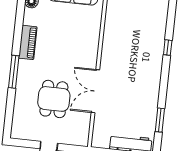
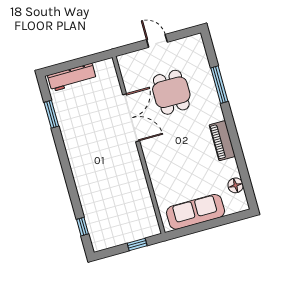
window: (168, 48) -> (83, 227), moved
window: (14, 72) -> (219, 85), moved

